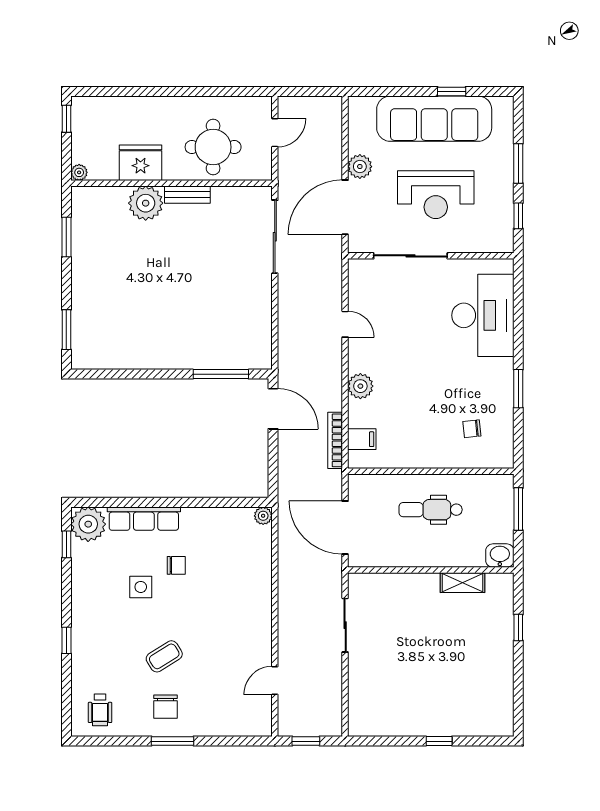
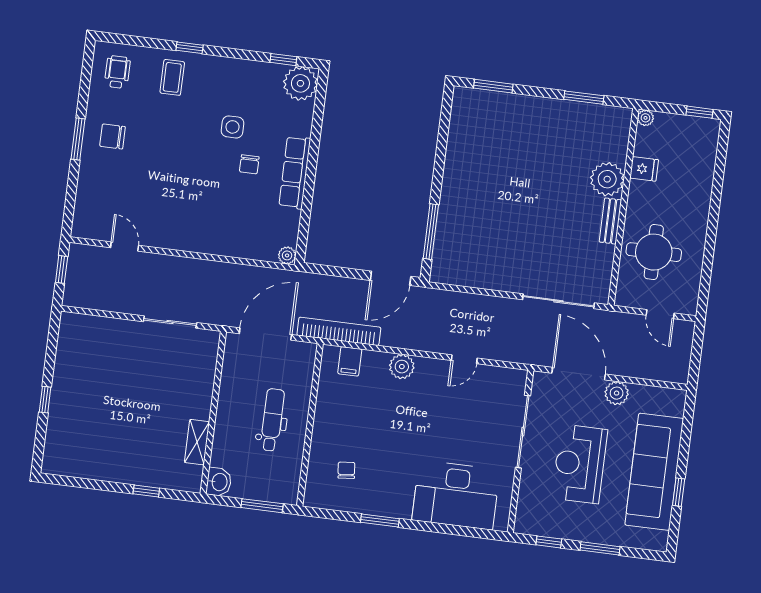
fridge: (141, 163) -> (644, 169), width x0.53, depth x0.75
bookcase: (335, 440) -> (339, 331), width x1.48, depth x1.31
row of seats: (144, 519) -> (295, 172), moved
coffee table: (164, 656) -> (172, 77), moved, turned 32
wheelchair: (100, 710) -> (117, 72), turned 90

